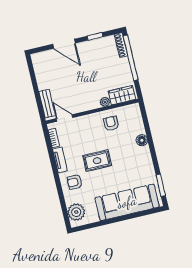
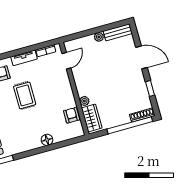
door: (64, 44) -> (141, 57), swing flipped
plant: (42, 85) -> (99, 37), added
bench: (47, 104) -> (118, 32), moved
armchair: (111, 124) -> (72, 115), moved, turned -90

